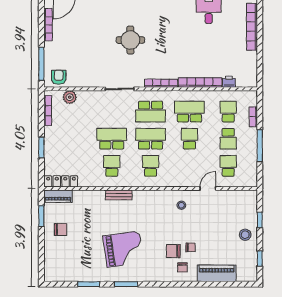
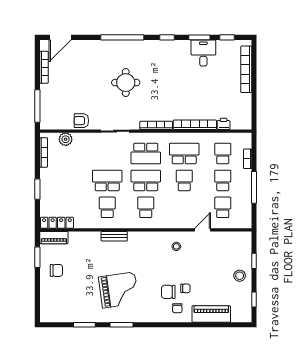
armchair: (59, 77) -> (81, 121), moved, turned -90
school desk: (228, 139) -> (223, 180), turned 180

